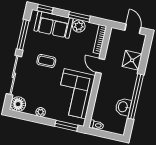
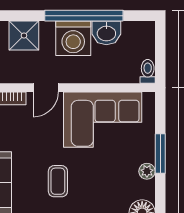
washing machine: (124, 88) -> (73, 38), added
window: (66, 126) -> (160, 153), moved

